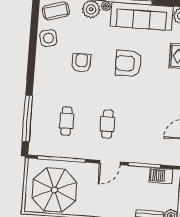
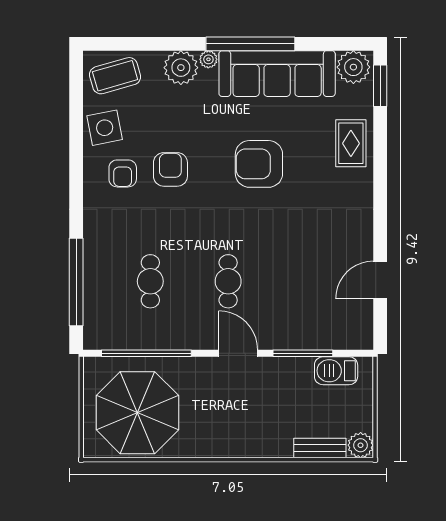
armchair: (56, 63) -> (123, 173), added
door: (110, 163) -> (238, 353), swing flipped

